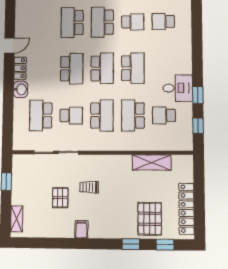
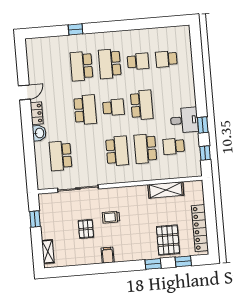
school desk: (102, 68) -> (113, 107), width x0.54
school desk: (71, 115) -> (89, 153), removed

